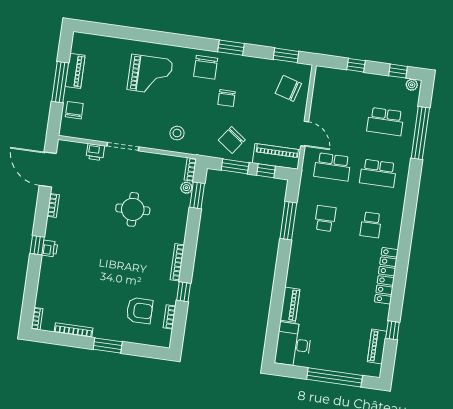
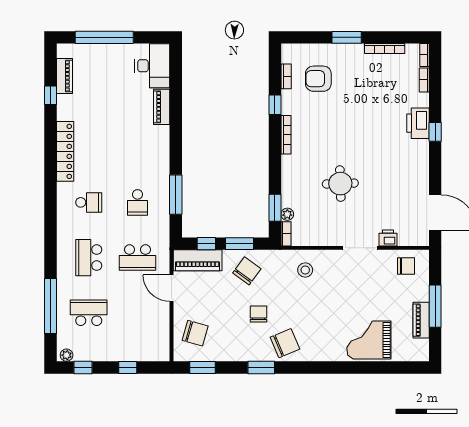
chair: (206, 67) -> (285, 343), turned 67
grand piano: (150, 75) -> (369, 340), moved
chair: (74, 110) -> (406, 266), moved, turned -90
school desk: (332, 167) -> (137, 258), turned 180
school desk: (378, 173) -> (89, 258), turned -90
bookcase: (53, 206) -> (424, 80), moved
school desk: (371, 225) -> (89, 202), turned 90
printer: (50, 249) -> (418, 123), width x1.87, depth x1.48

